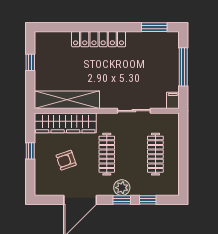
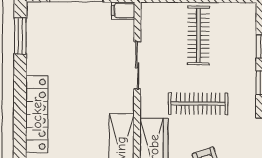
clothes rail: (155, 154) -> (198, 35), turned 90
plant: (122, 188) -> (245, 83), removed

